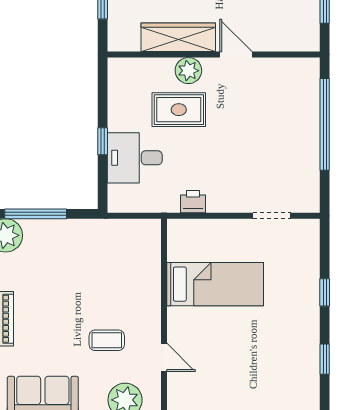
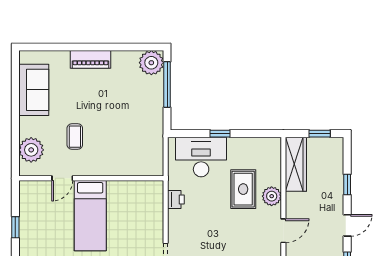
wardrobe: (178, 37) -> (296, 164), moved
desk: (135, 158) -> (201, 157), width x1.37
bed: (215, 284) -> (90, 216), moved

